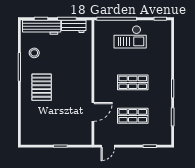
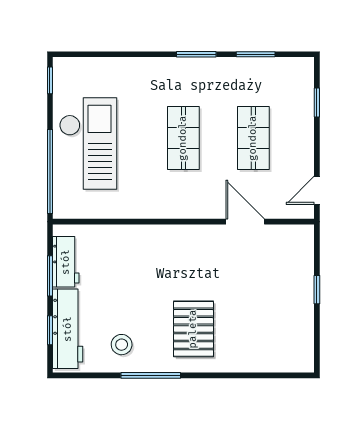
checkout: (130, 37) -> (88, 143), width x1.36, depth x1.21
pallet: (42, 87) -> (193, 329), turned 90
door: (108, 146) -> (317, 190), swing flipped

